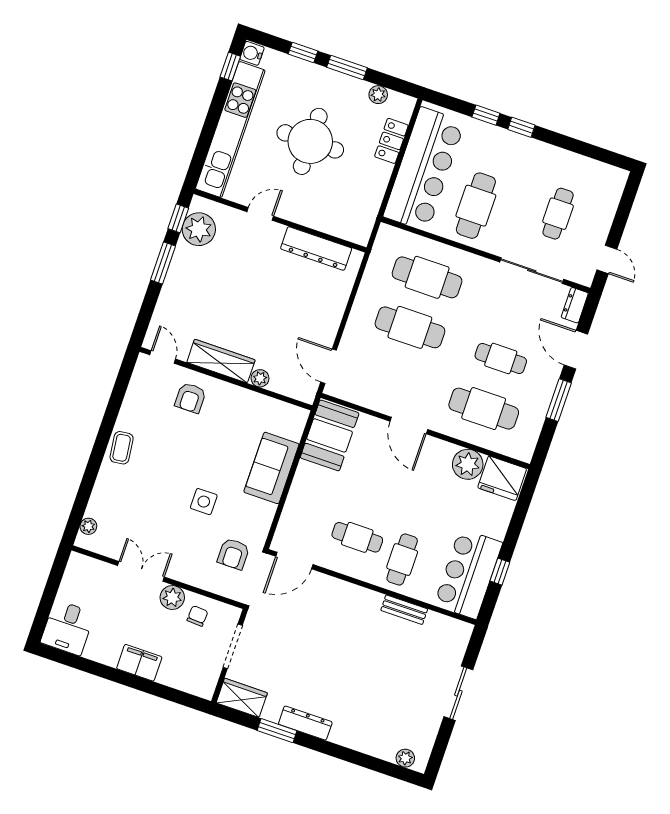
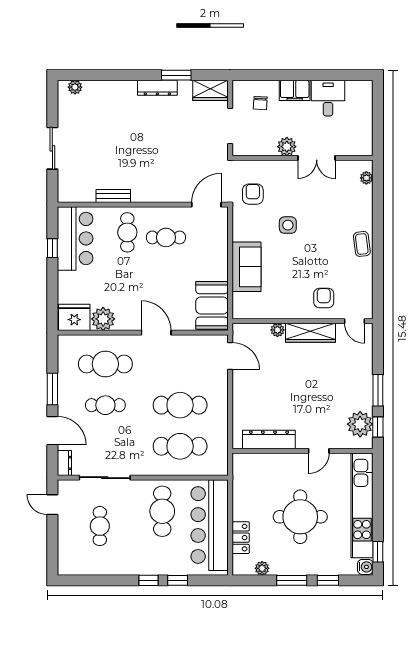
chair: (197, 616) -> (260, 103), moved
desk: (68, 628) -> (328, 98), moved

